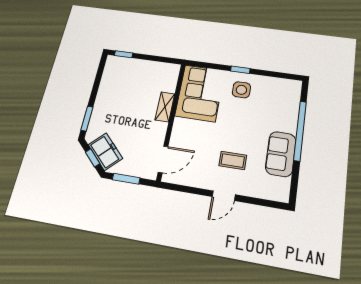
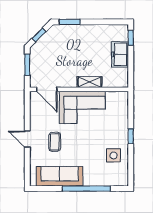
side table: (241, 90) -> (114, 155), moved
corner sofa: (200, 93) -> (82, 107), moved
freezer: (105, 152) -> (120, 54), moved, turned 135
sofa: (281, 154) -> (60, 176), width x1.36

